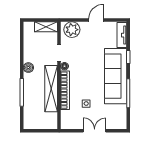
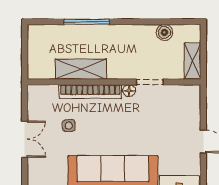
plant: (72, 30) -> (188, 103), removed
boiler: (28, 68) -> (164, 32), moved
shelving: (51, 89) -> (81, 69), width x0.68

